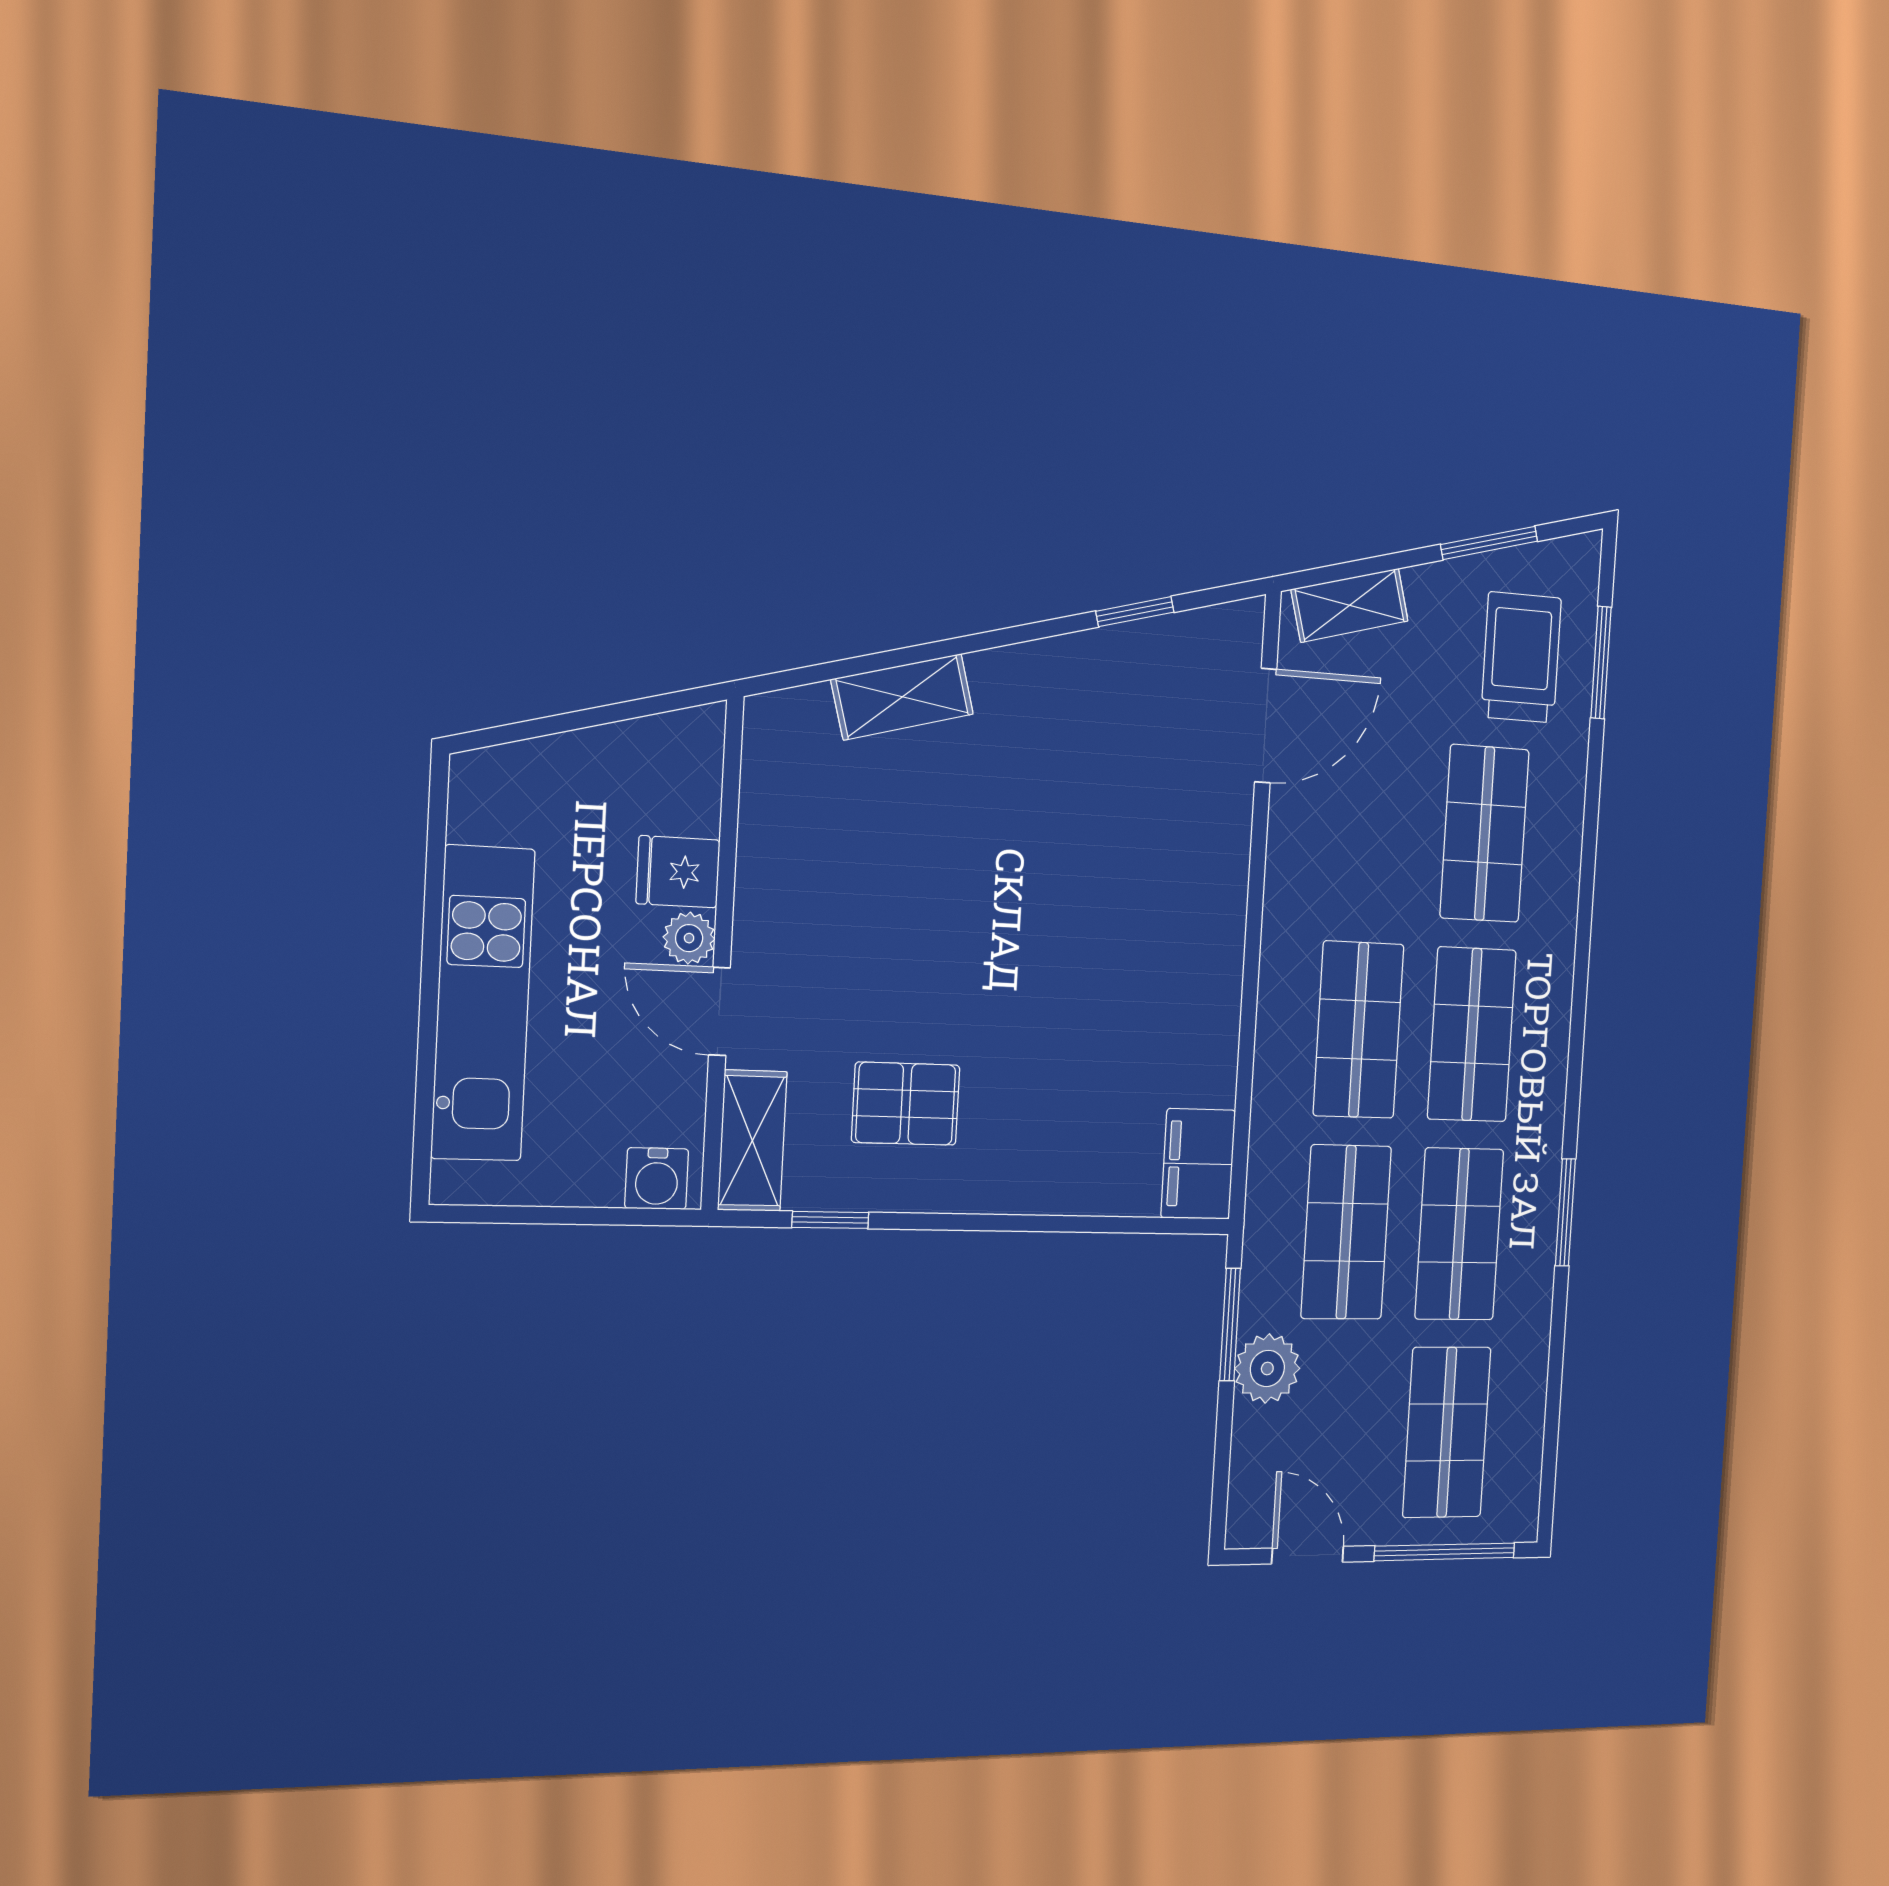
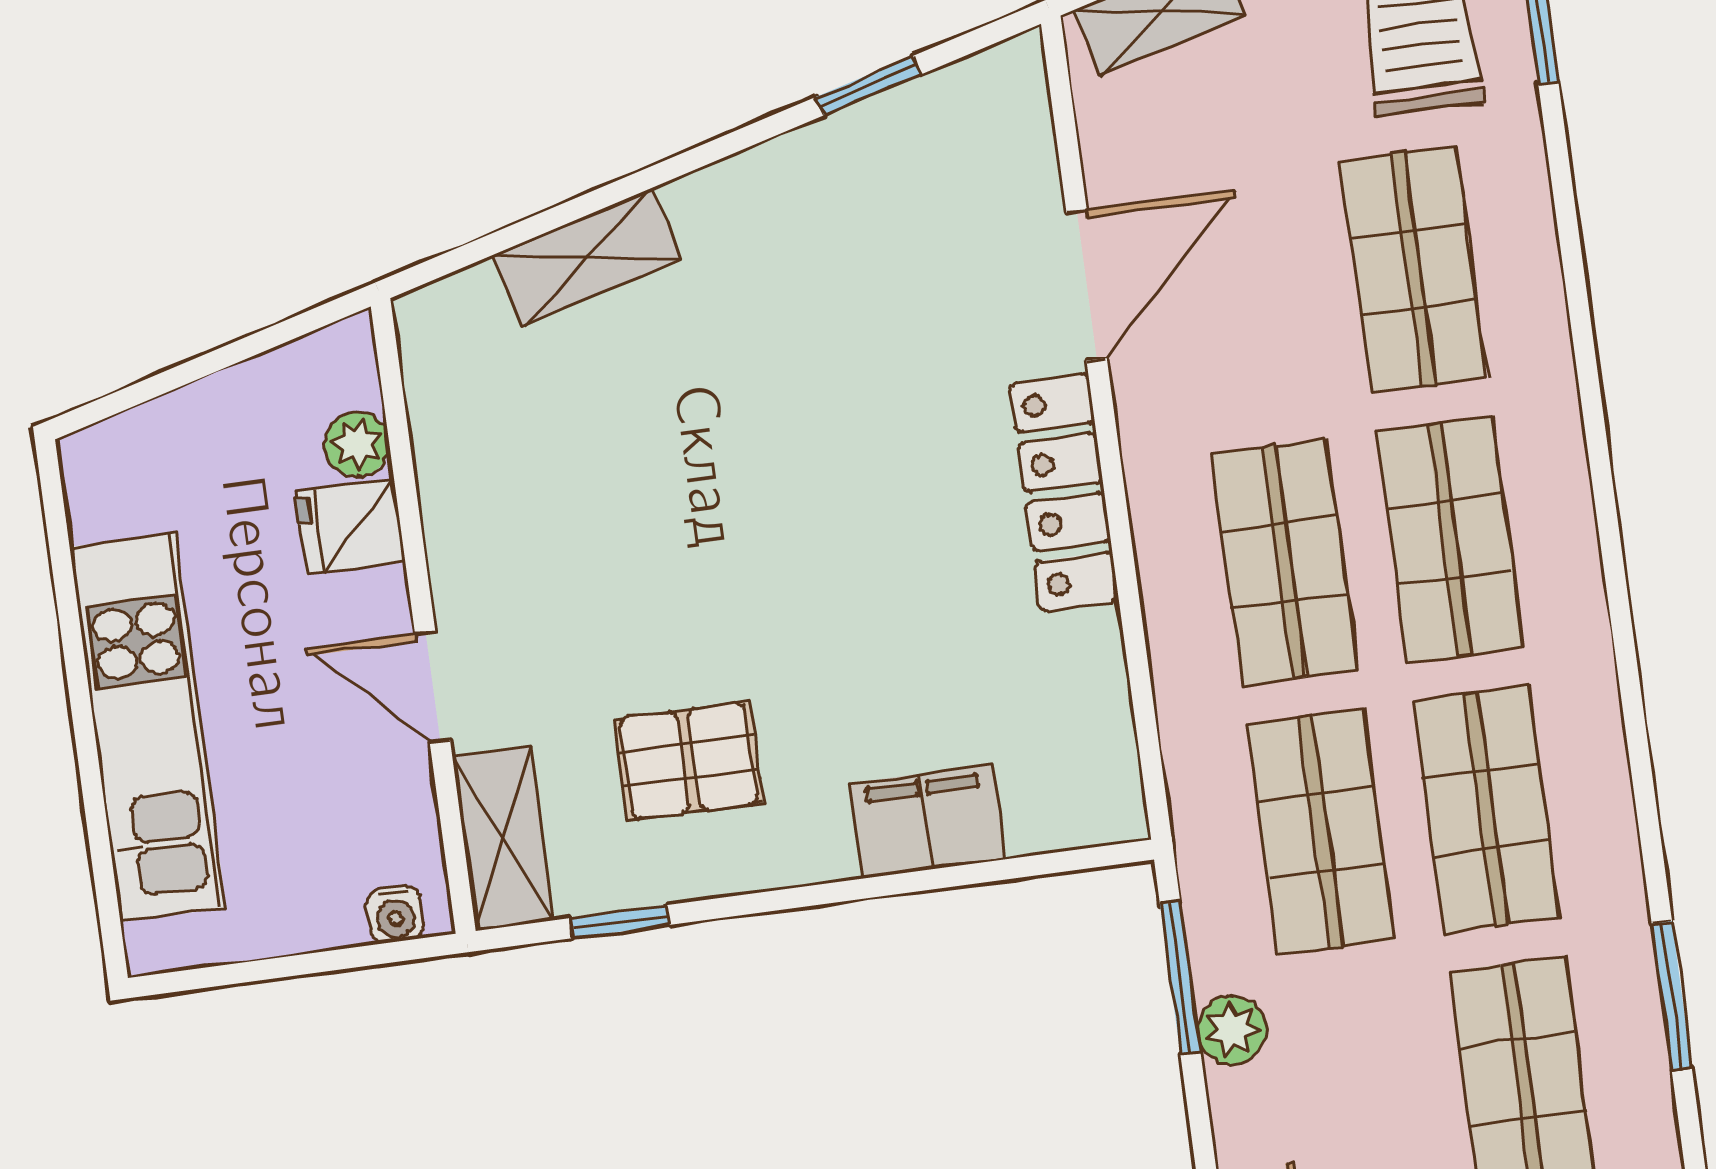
door: (1266, 726) -> (1087, 285), moved
plant: (689, 938) -> (357, 444), moved
locker: (1217, 949) -> (1064, 492), added
filing cabinet: (1198, 1164) -> (927, 821), moved, turned 90
water cooler: (657, 1179) -> (395, 914), width x0.72, depth x0.72
window: (1565, 1212) -> (1672, 996), moved
plant: (1267, 1368) -> (1232, 1030), width x0.73, depth x0.73

